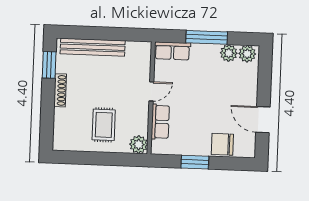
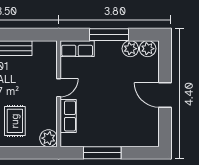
door: (263, 120) -> (165, 95), moved
chair: (222, 144) -> (128, 135), removed
window: (195, 162) -> (102, 153), width x1.44

